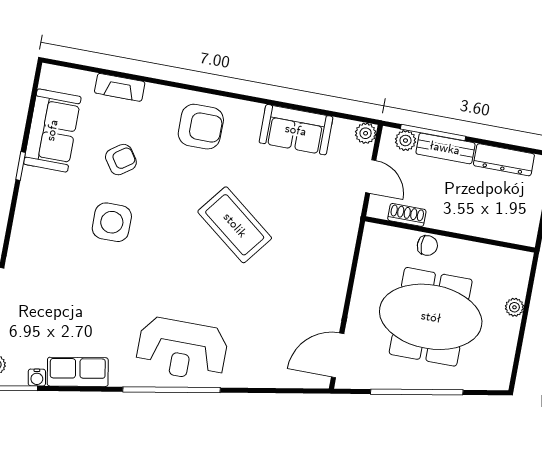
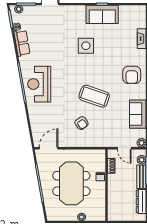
sofa: (52, 130) -> (102, 14), moved
armchair: (121, 160) -> (82, 123), moved
door: (371, 177) -> (124, 148), hinge flipped
coffee table: (235, 225) -> (94, 96), turned 71
door: (338, 355) -> (48, 148), hinge flipped

